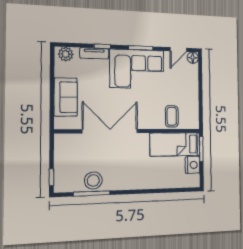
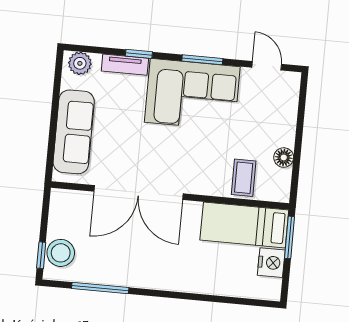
door: (178, 50) -> (267, 66), swing flipped
floor lamp: (193, 58) -> (284, 158), moved
sofa: (66, 97) -> (74, 132), width x1.36
double door: (110, 131) -> (138, 193), swing flipped
stool: (93, 180) -> (61, 253), moved

